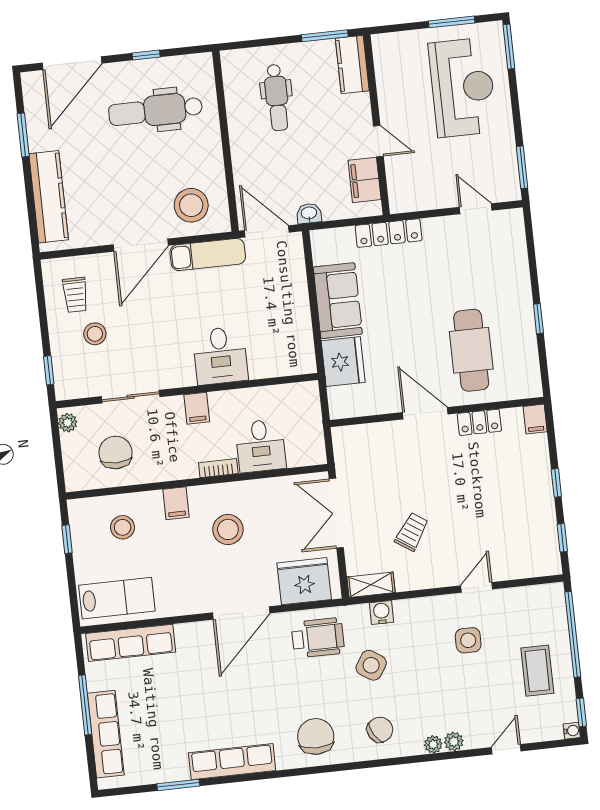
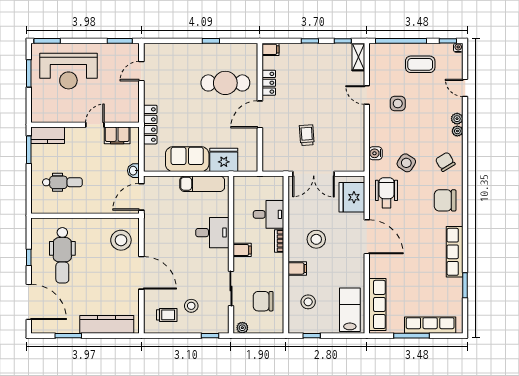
reception desk: (463, 87) -> (68, 71), turned 180
exam couch: (208, 255) -> (202, 184), moved, turned 90
trolley: (412, 532) -> (307, 135), moved, turned 52
shelving: (371, 585) -> (358, 57), moved

